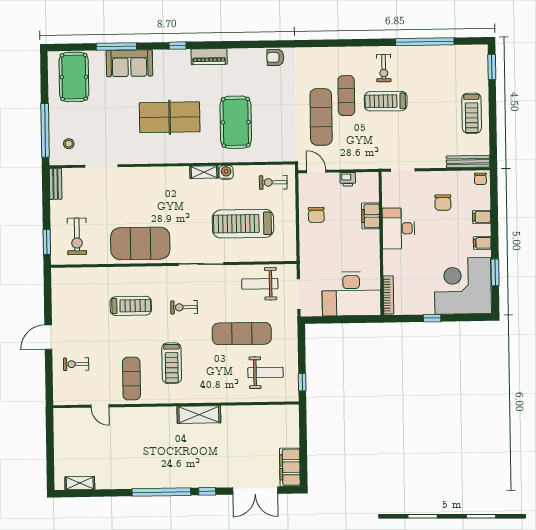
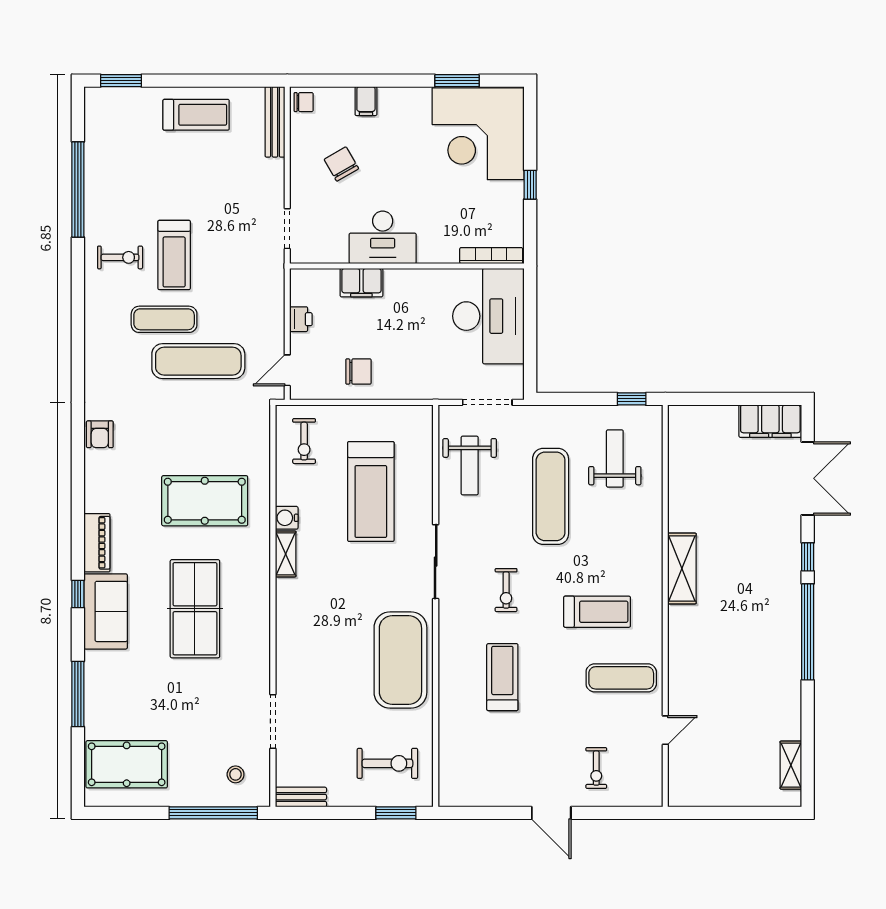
sofa: (129, 63) -> (106, 611), moved
chair: (443, 202) -> (341, 164), turned -120
filing cabinet: (482, 243) -> (408, 101), removed

